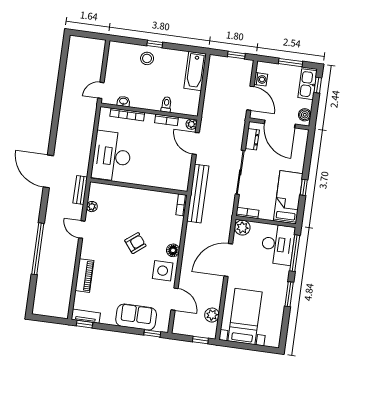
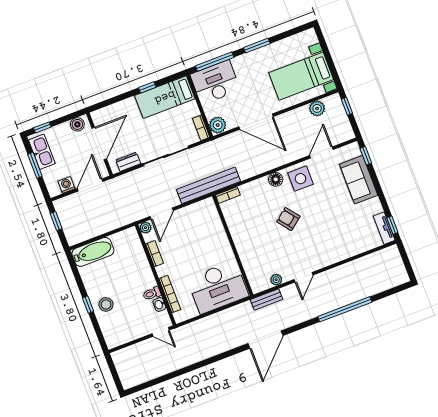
kitchen sink: (307, 84) -> (42, 152), moved, turned -90
toilet: (166, 104) -> (152, 294), moved
piano: (84, 276) -> (346, 251), removed

